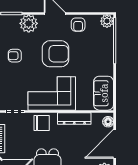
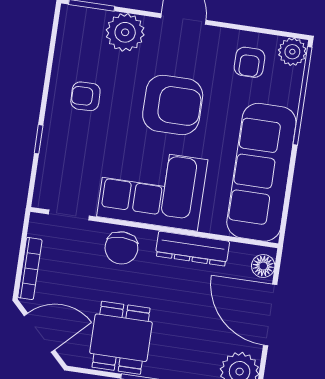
armchair: (78, 25) -> (249, 62), moved
sofa: (104, 93) -> (261, 172), width x1.85, depth x1.27
chair: (42, 123) -> (121, 248), turned 90
door: (115, 144) -> (270, 315), hinge flipped

